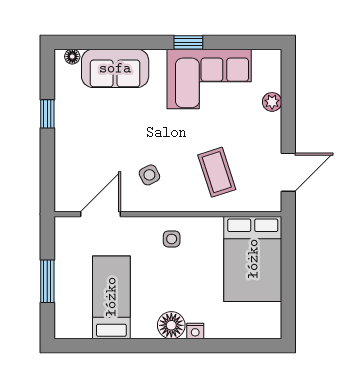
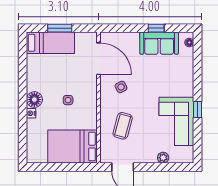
sofa: (115, 68) -> (159, 43), moved, turned -90
coffee table: (217, 172) -> (123, 126), turned -57
door: (100, 214) -> (98, 59), width x1.36
side table: (172, 239) -> (68, 100), moved
bed: (111, 297) -> (50, 43), moved

